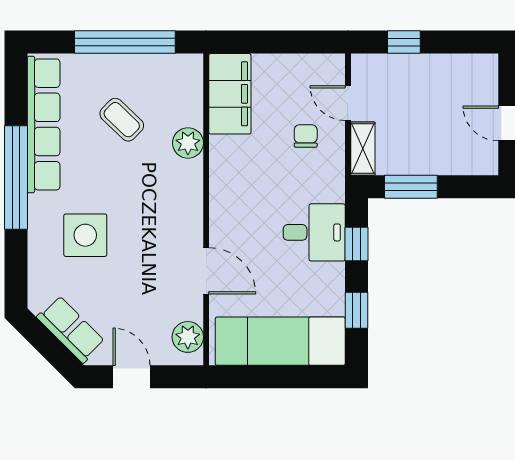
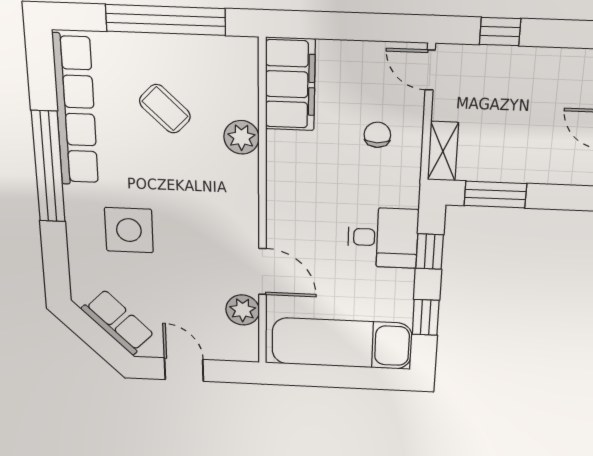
door: (348, 103) -> (430, 70), moved
plant: (188, 337) -> (243, 310), moved

